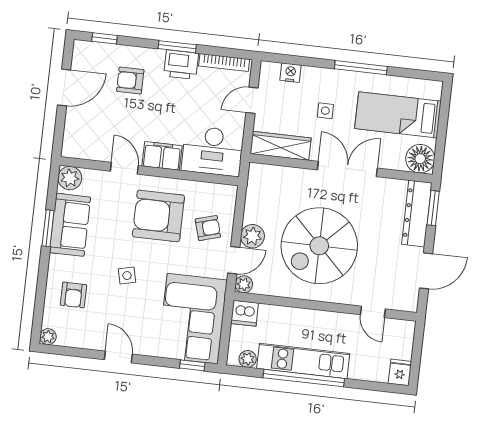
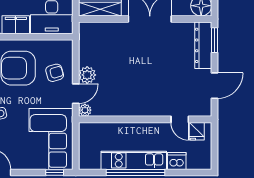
spiral stairs: (319, 246) -> (136, 76), removed
dishwasher: (245, 313) -> (177, 161), moved, turned 180
plant: (248, 359) -> (94, 163), removed
fridge: (400, 372) -> (197, 131), moved, turned 180

